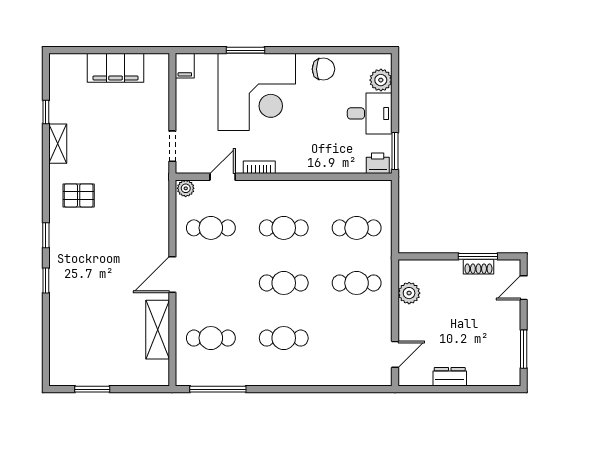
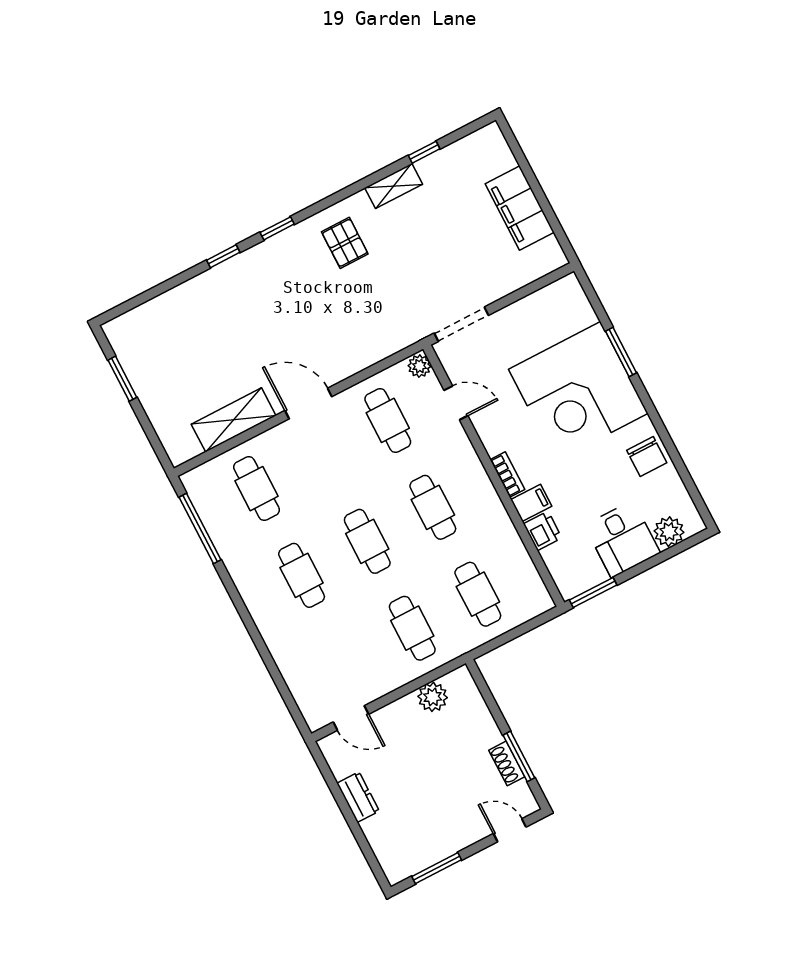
filing cabinet: (185, 66) -> (531, 503), moved, turned 180
doorway: (172, 146) -> (461, 324), width x1.38
printer: (378, 163) -> (543, 531), moved
bookcase: (259, 167) -> (507, 475), moved

